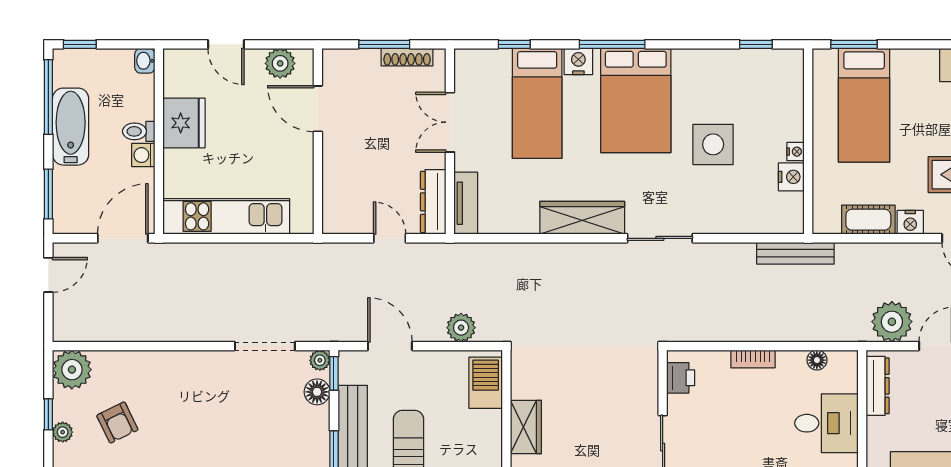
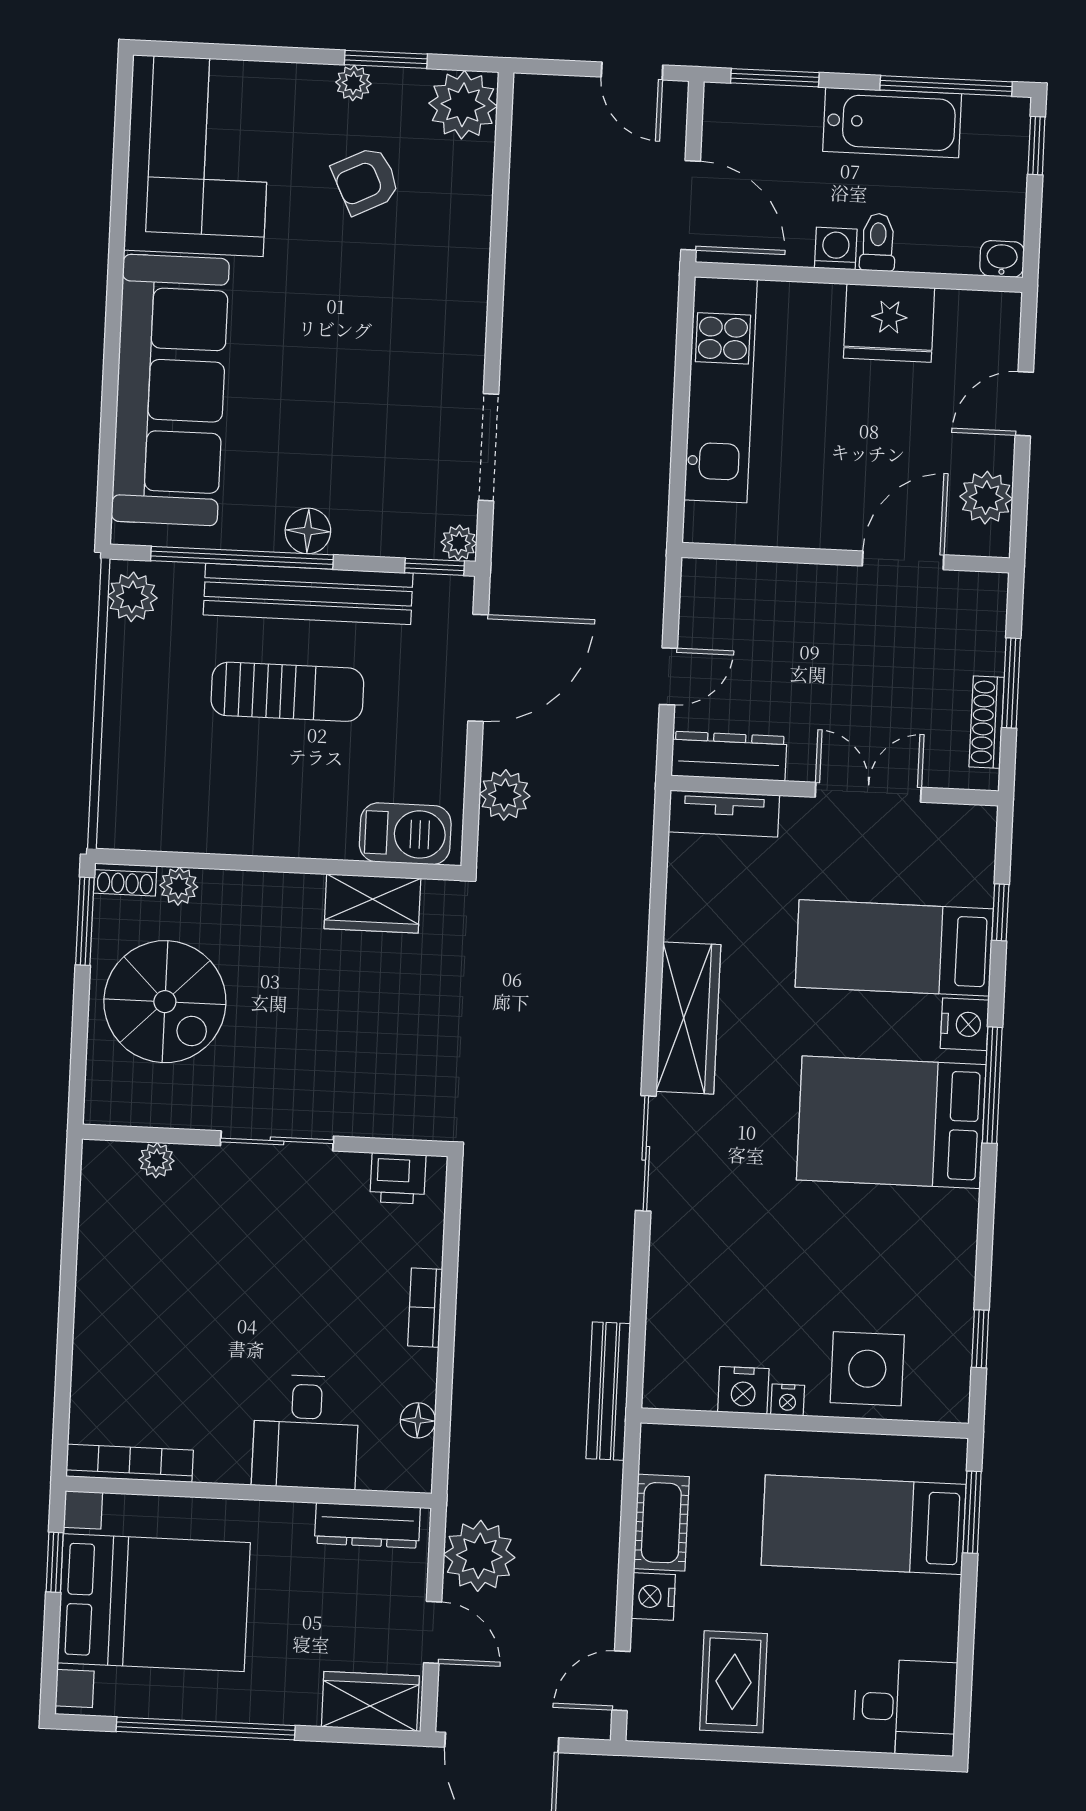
side table: (713, 144) -> (867, 1369), moved
door: (390, 346) -> (478, 668), width x1.36
floor lamp: (317, 392) -> (308, 531), moved
window: (48, 414) -> (386, 59), width x1.50
wardrobe: (526, 427) -> (372, 903), moved

